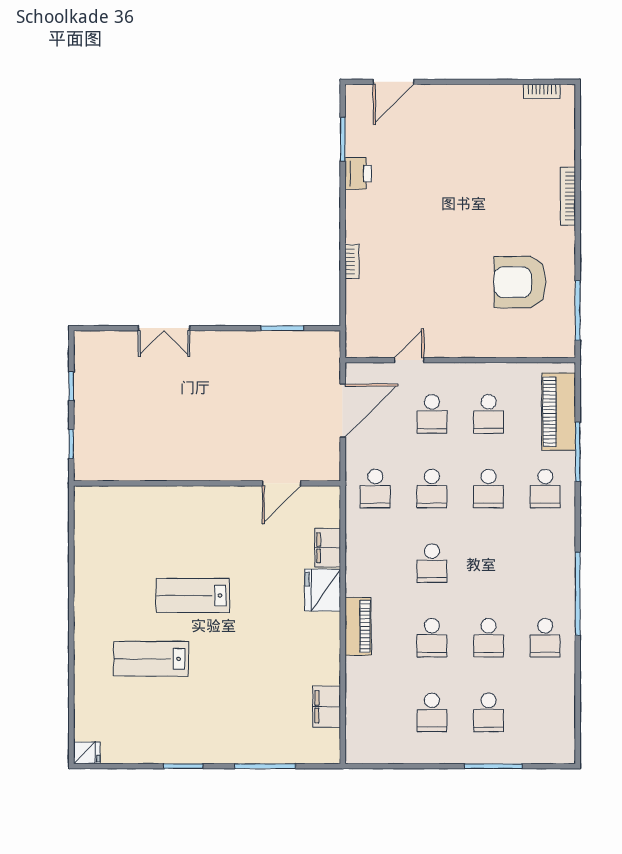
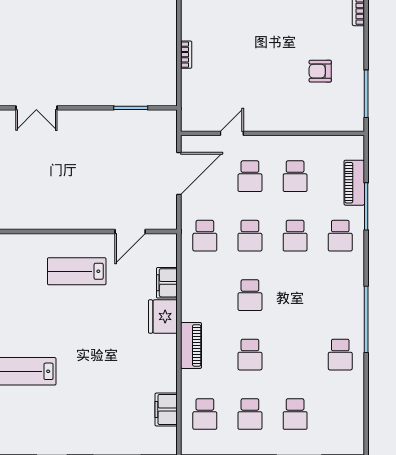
armchair: (520, 282) -> (320, 71), width x0.53, depth x0.53
piano: (559, 412) -> (354, 183), width x0.73, depth x0.75
lab bench: (193, 595) -> (77, 271), moved
school desk: (489, 638) -> (205, 414), moved

